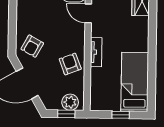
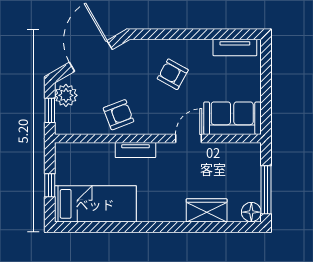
armchair: (32, 46) -> (173, 74), moved
plant: (70, 102) -> (66, 95), moved

